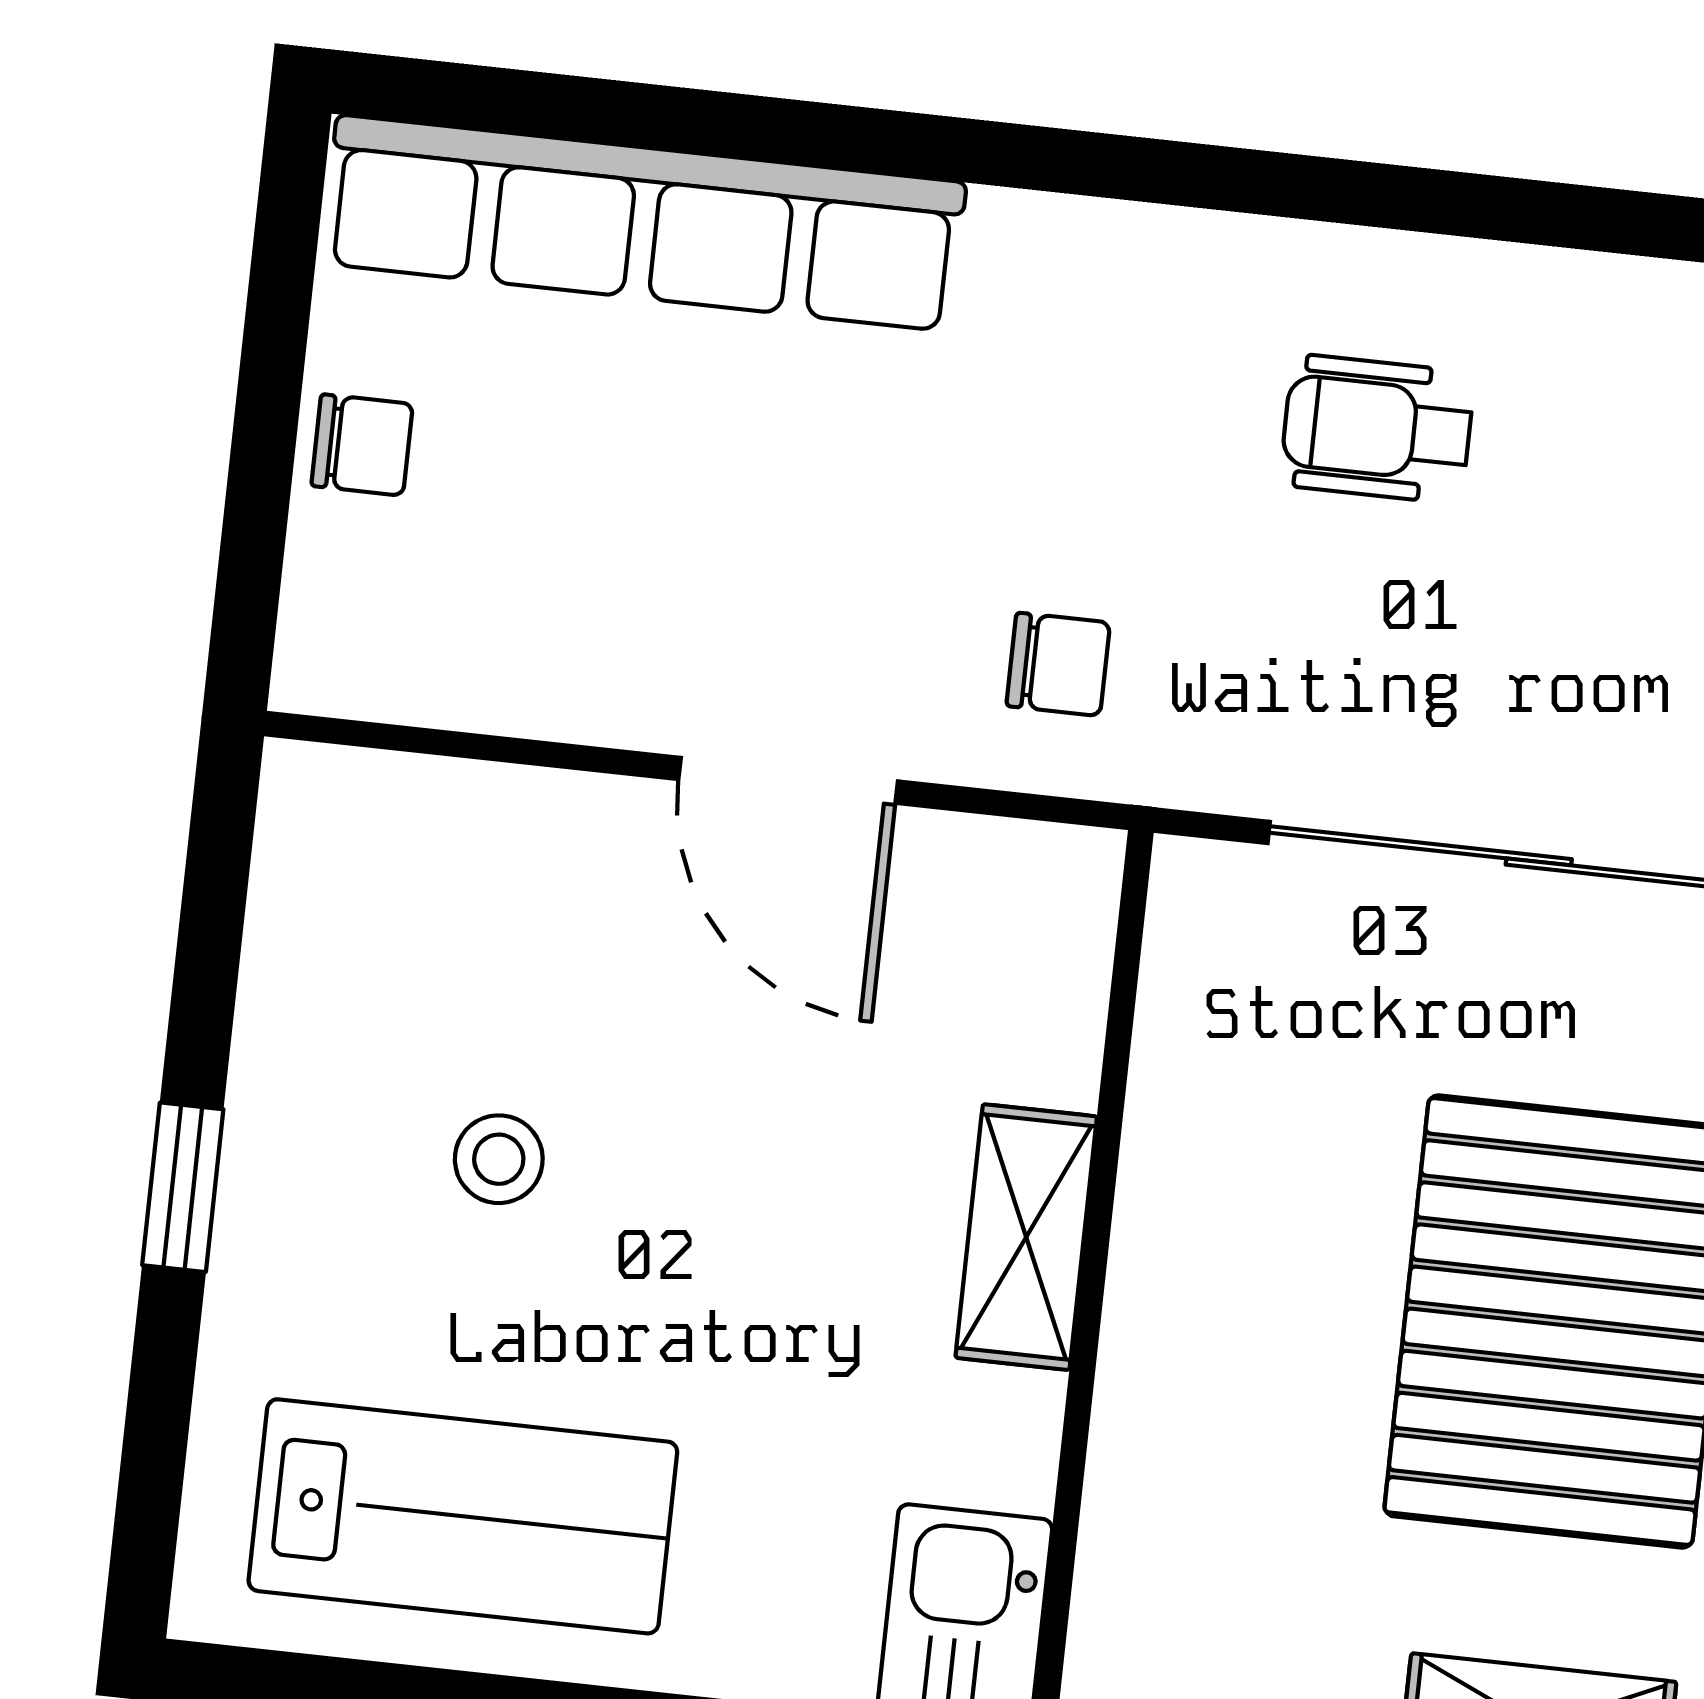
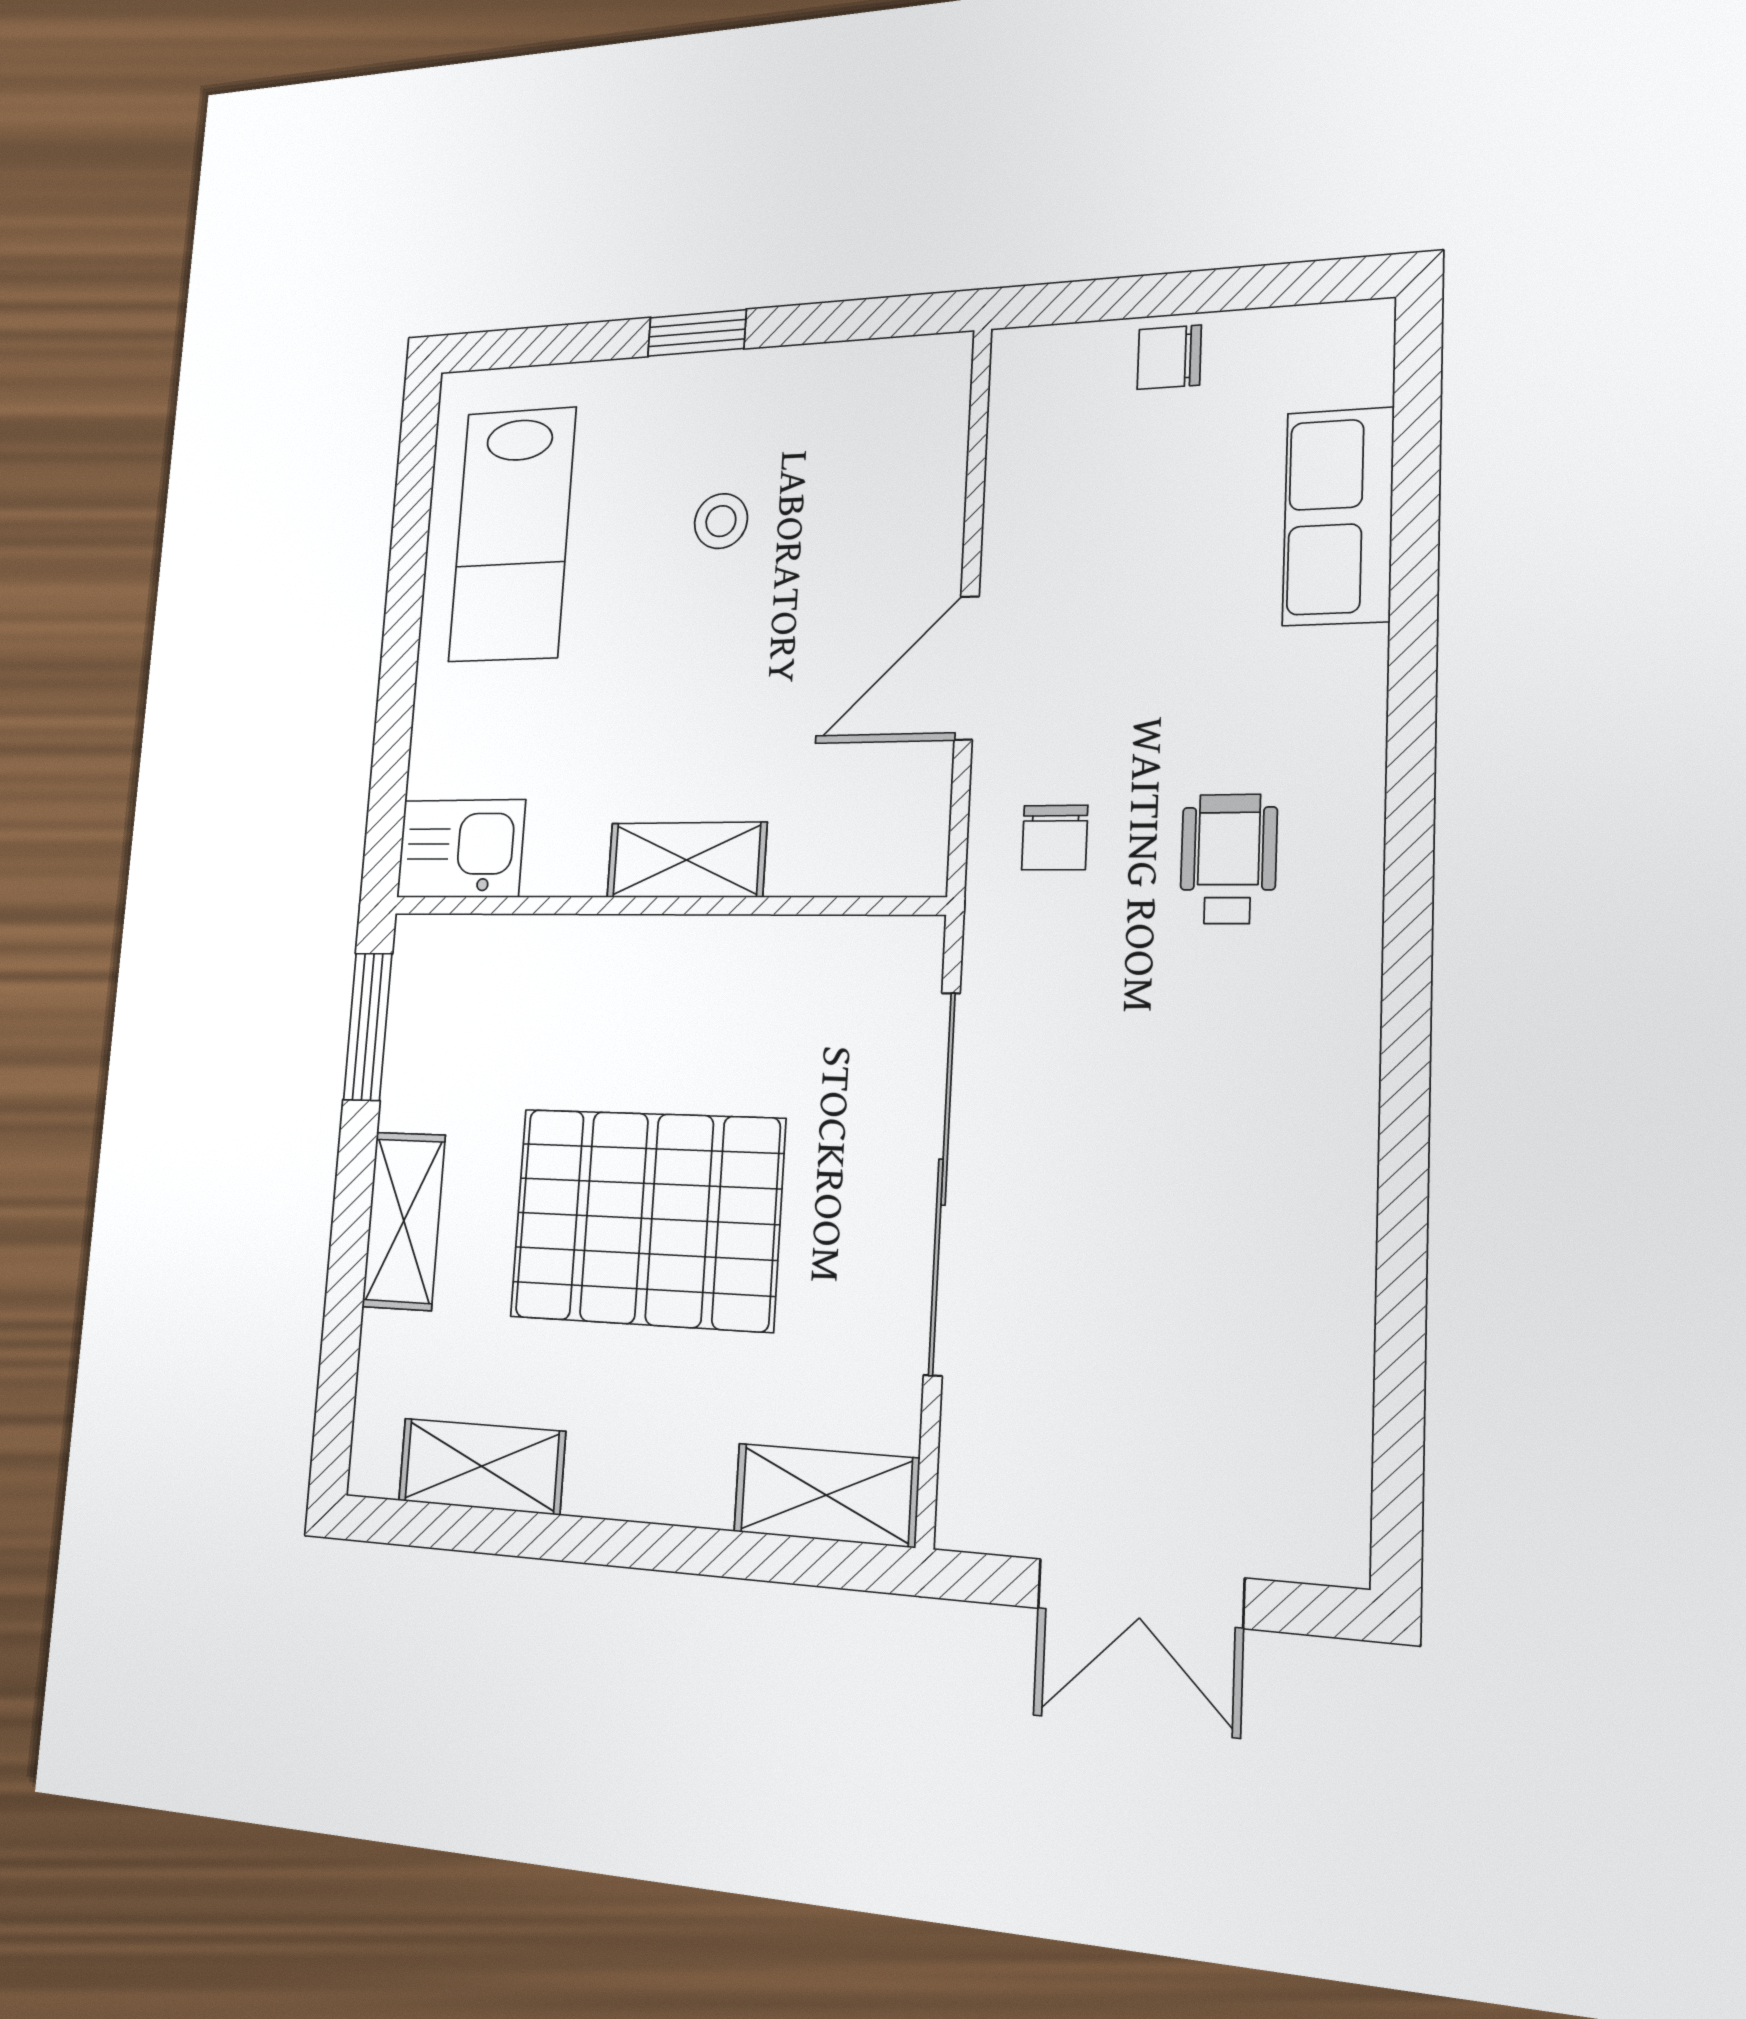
row of seats: (644, 223) -> (1338, 516), width x0.50
wheelchair: (1377, 429) -> (1229, 859), moved
chair: (362, 445) -> (1169, 357), turned 90

